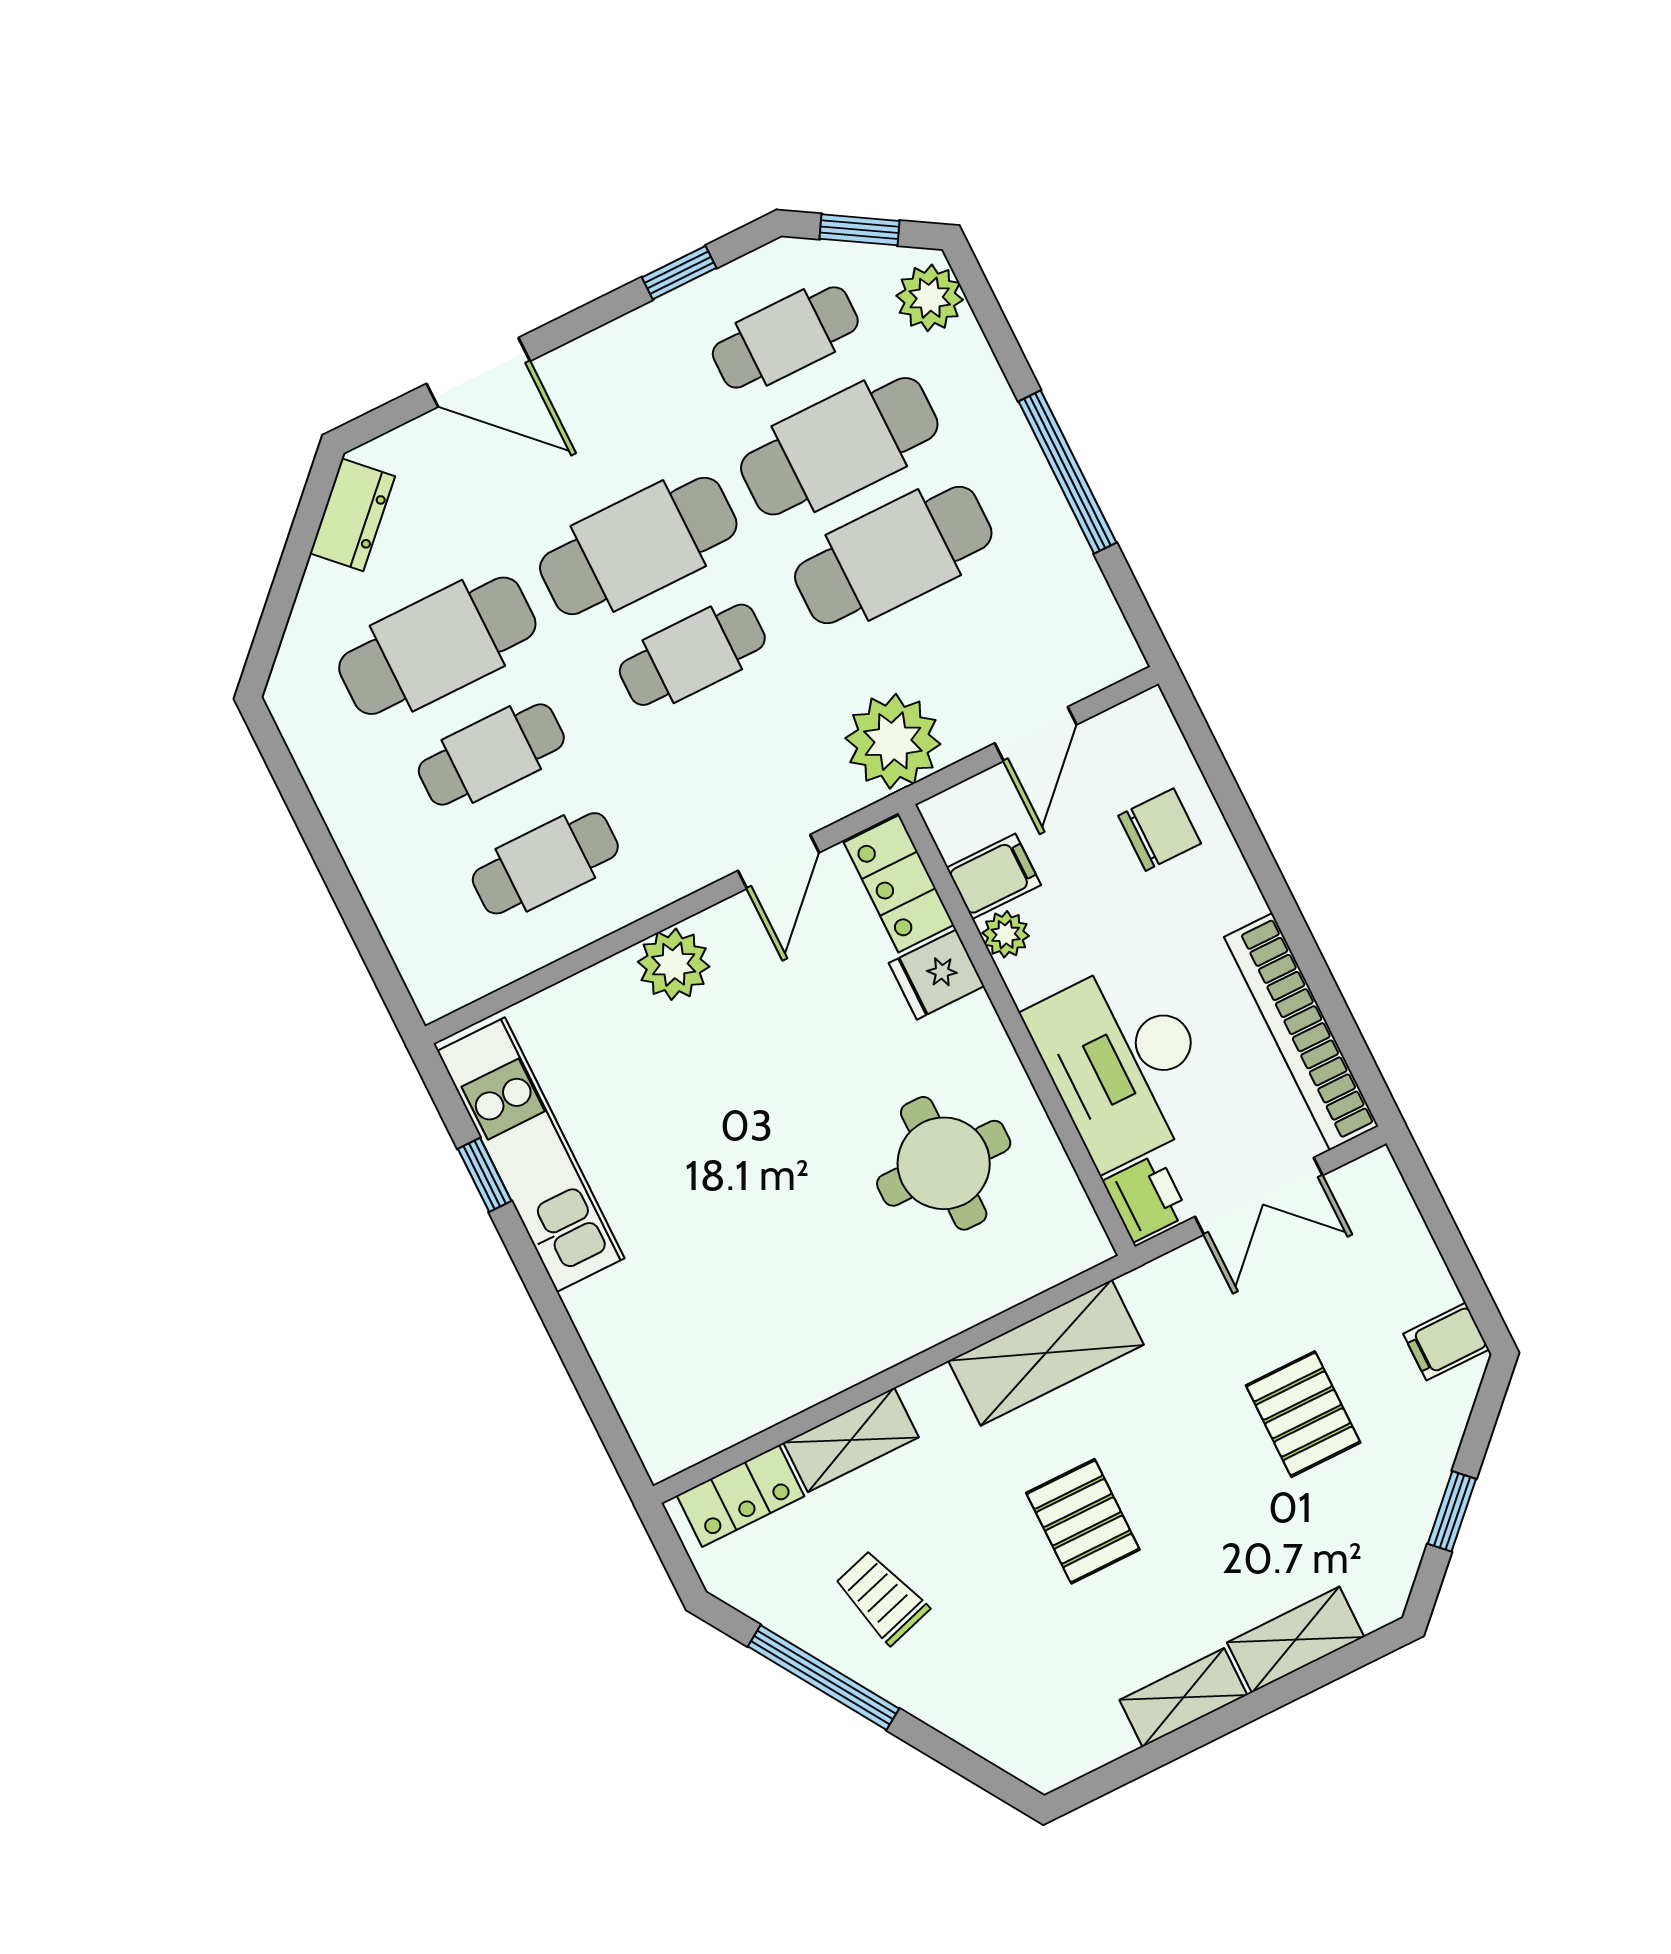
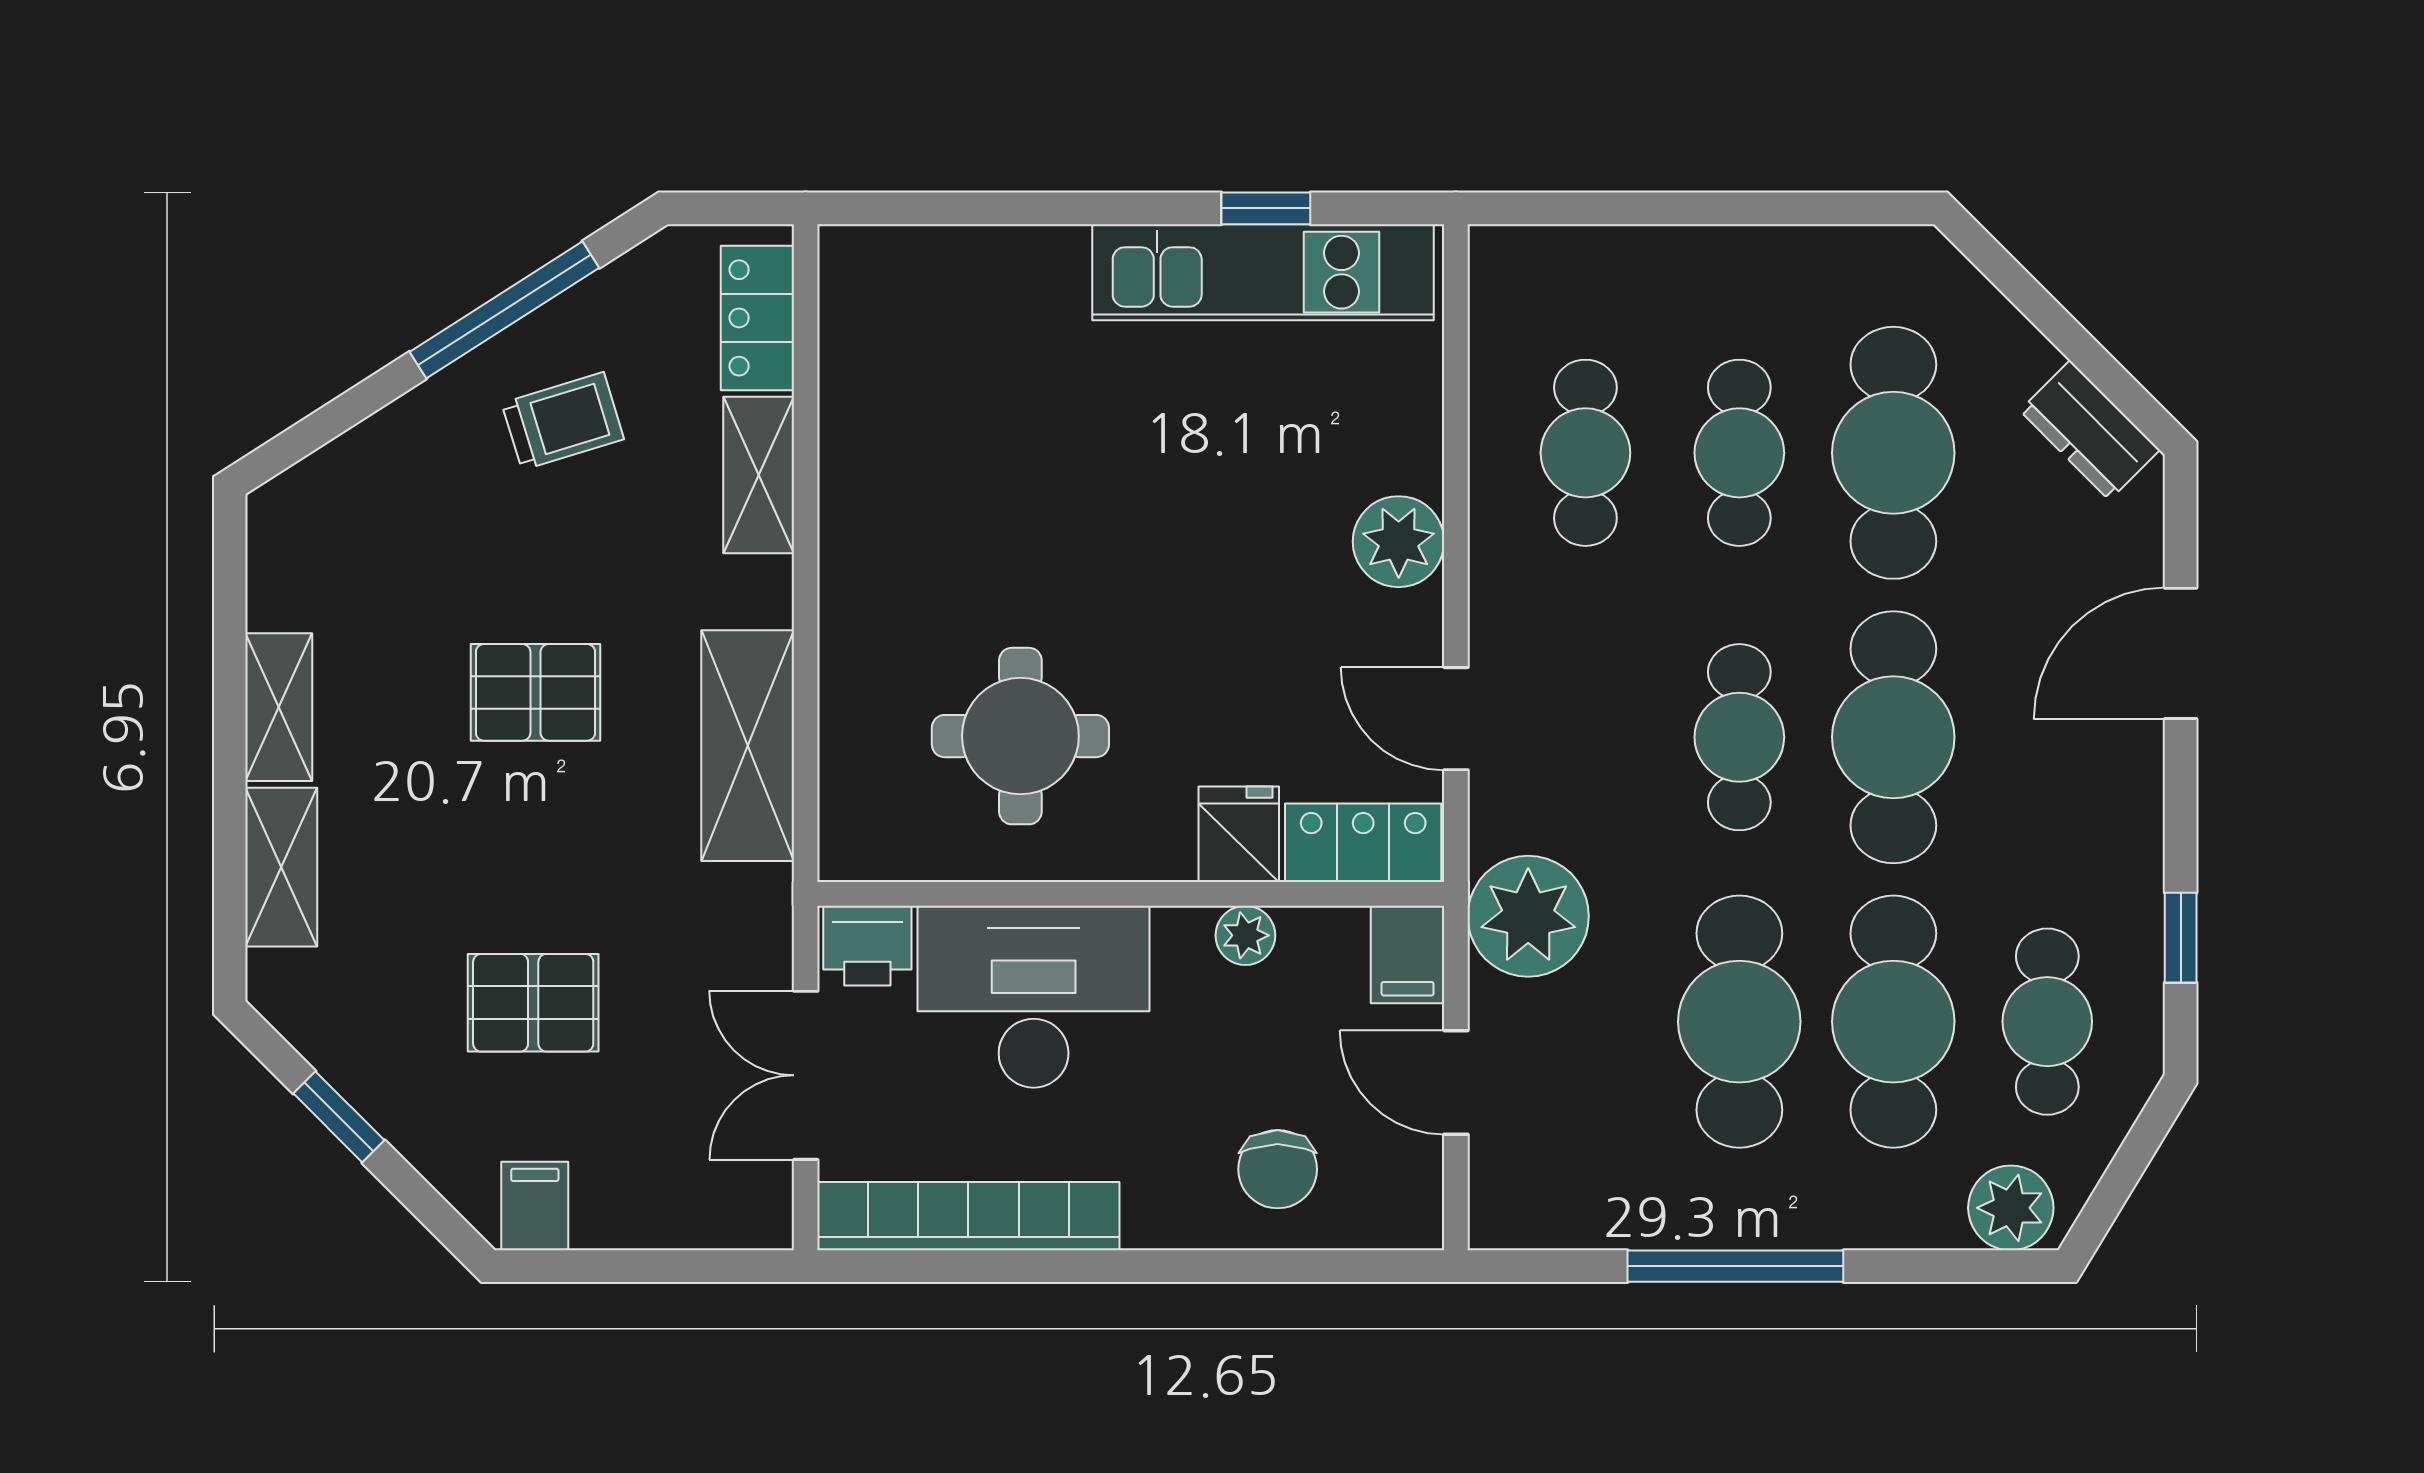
window: (859, 230) -> (2128, 1167), removed
filing cabinet: (994, 876) -> (1408, 955), moved

